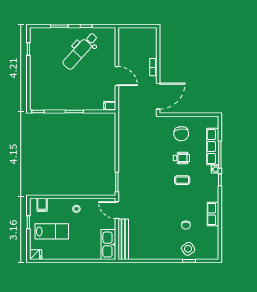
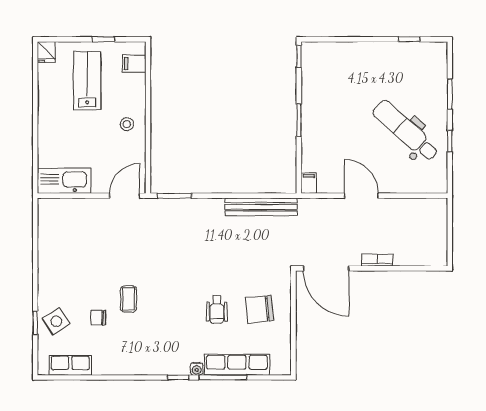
door: (117, 76) -> (361, 196), swing flipped
coffee table: (182, 180) -> (128, 299), moved
row of seats: (213, 214) -> (70, 365), moved
lab bench: (52, 231) -> (87, 81), turned 180
bench: (123, 239) -> (261, 207), moved

